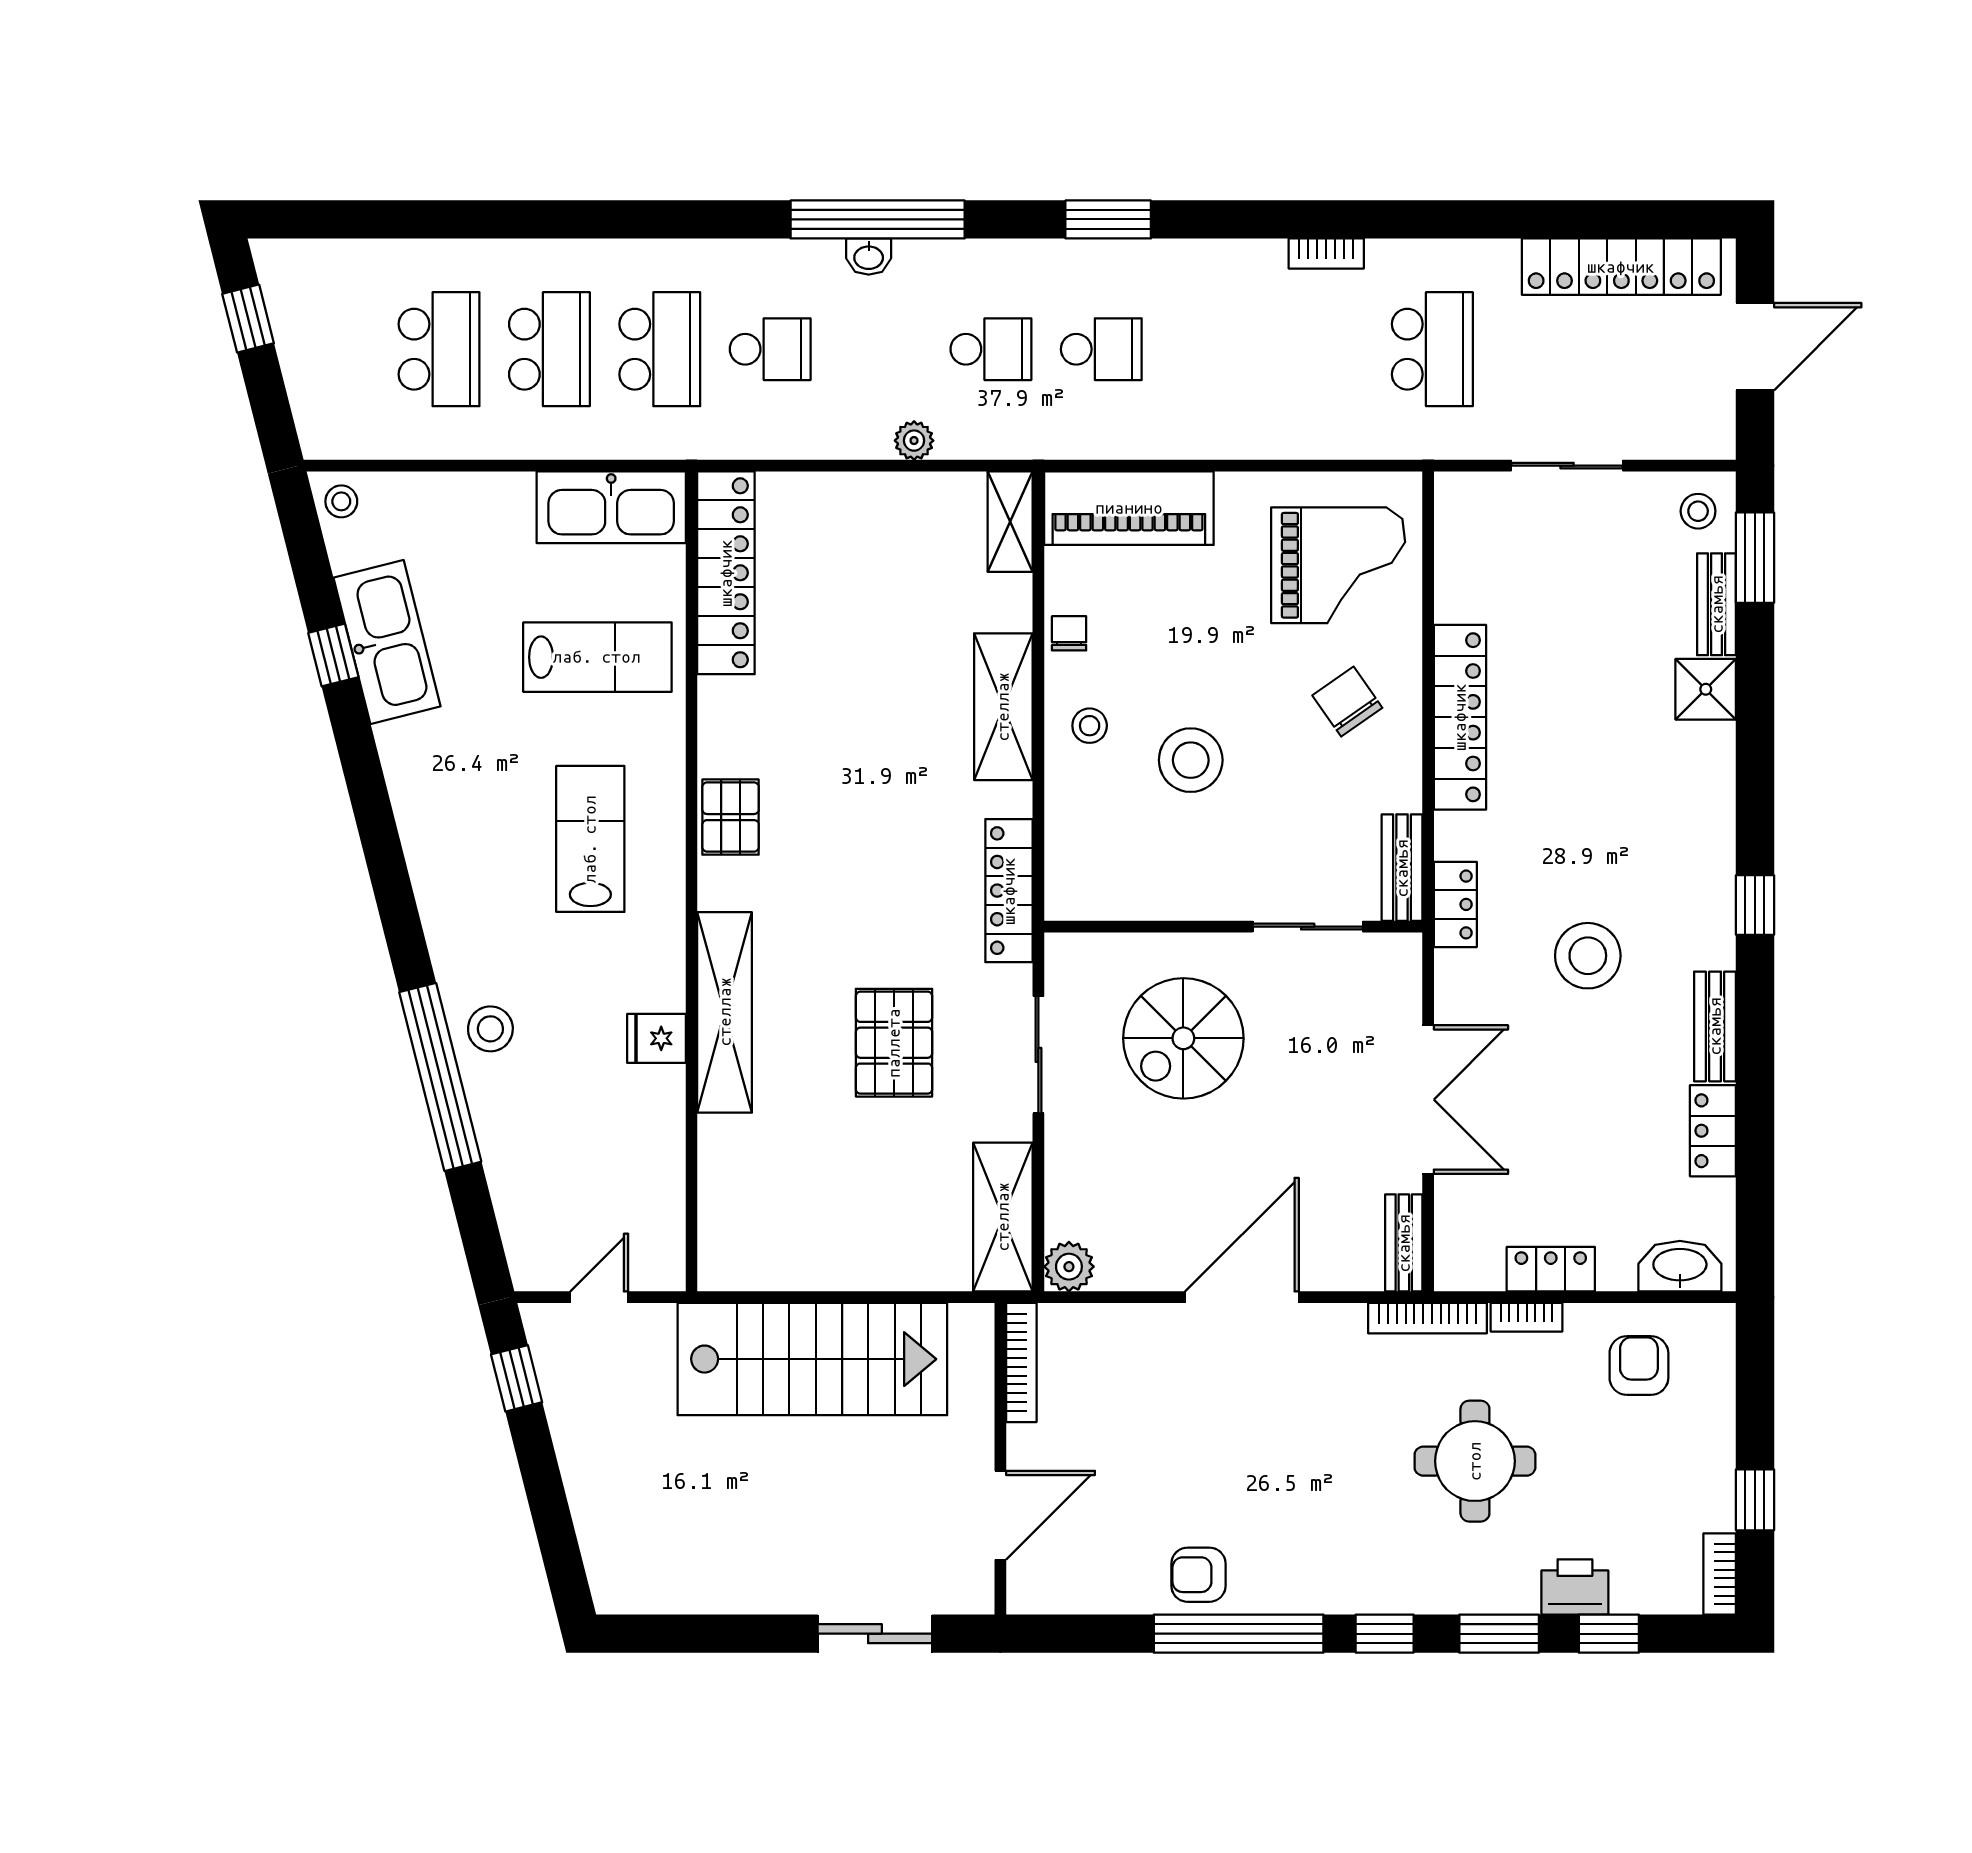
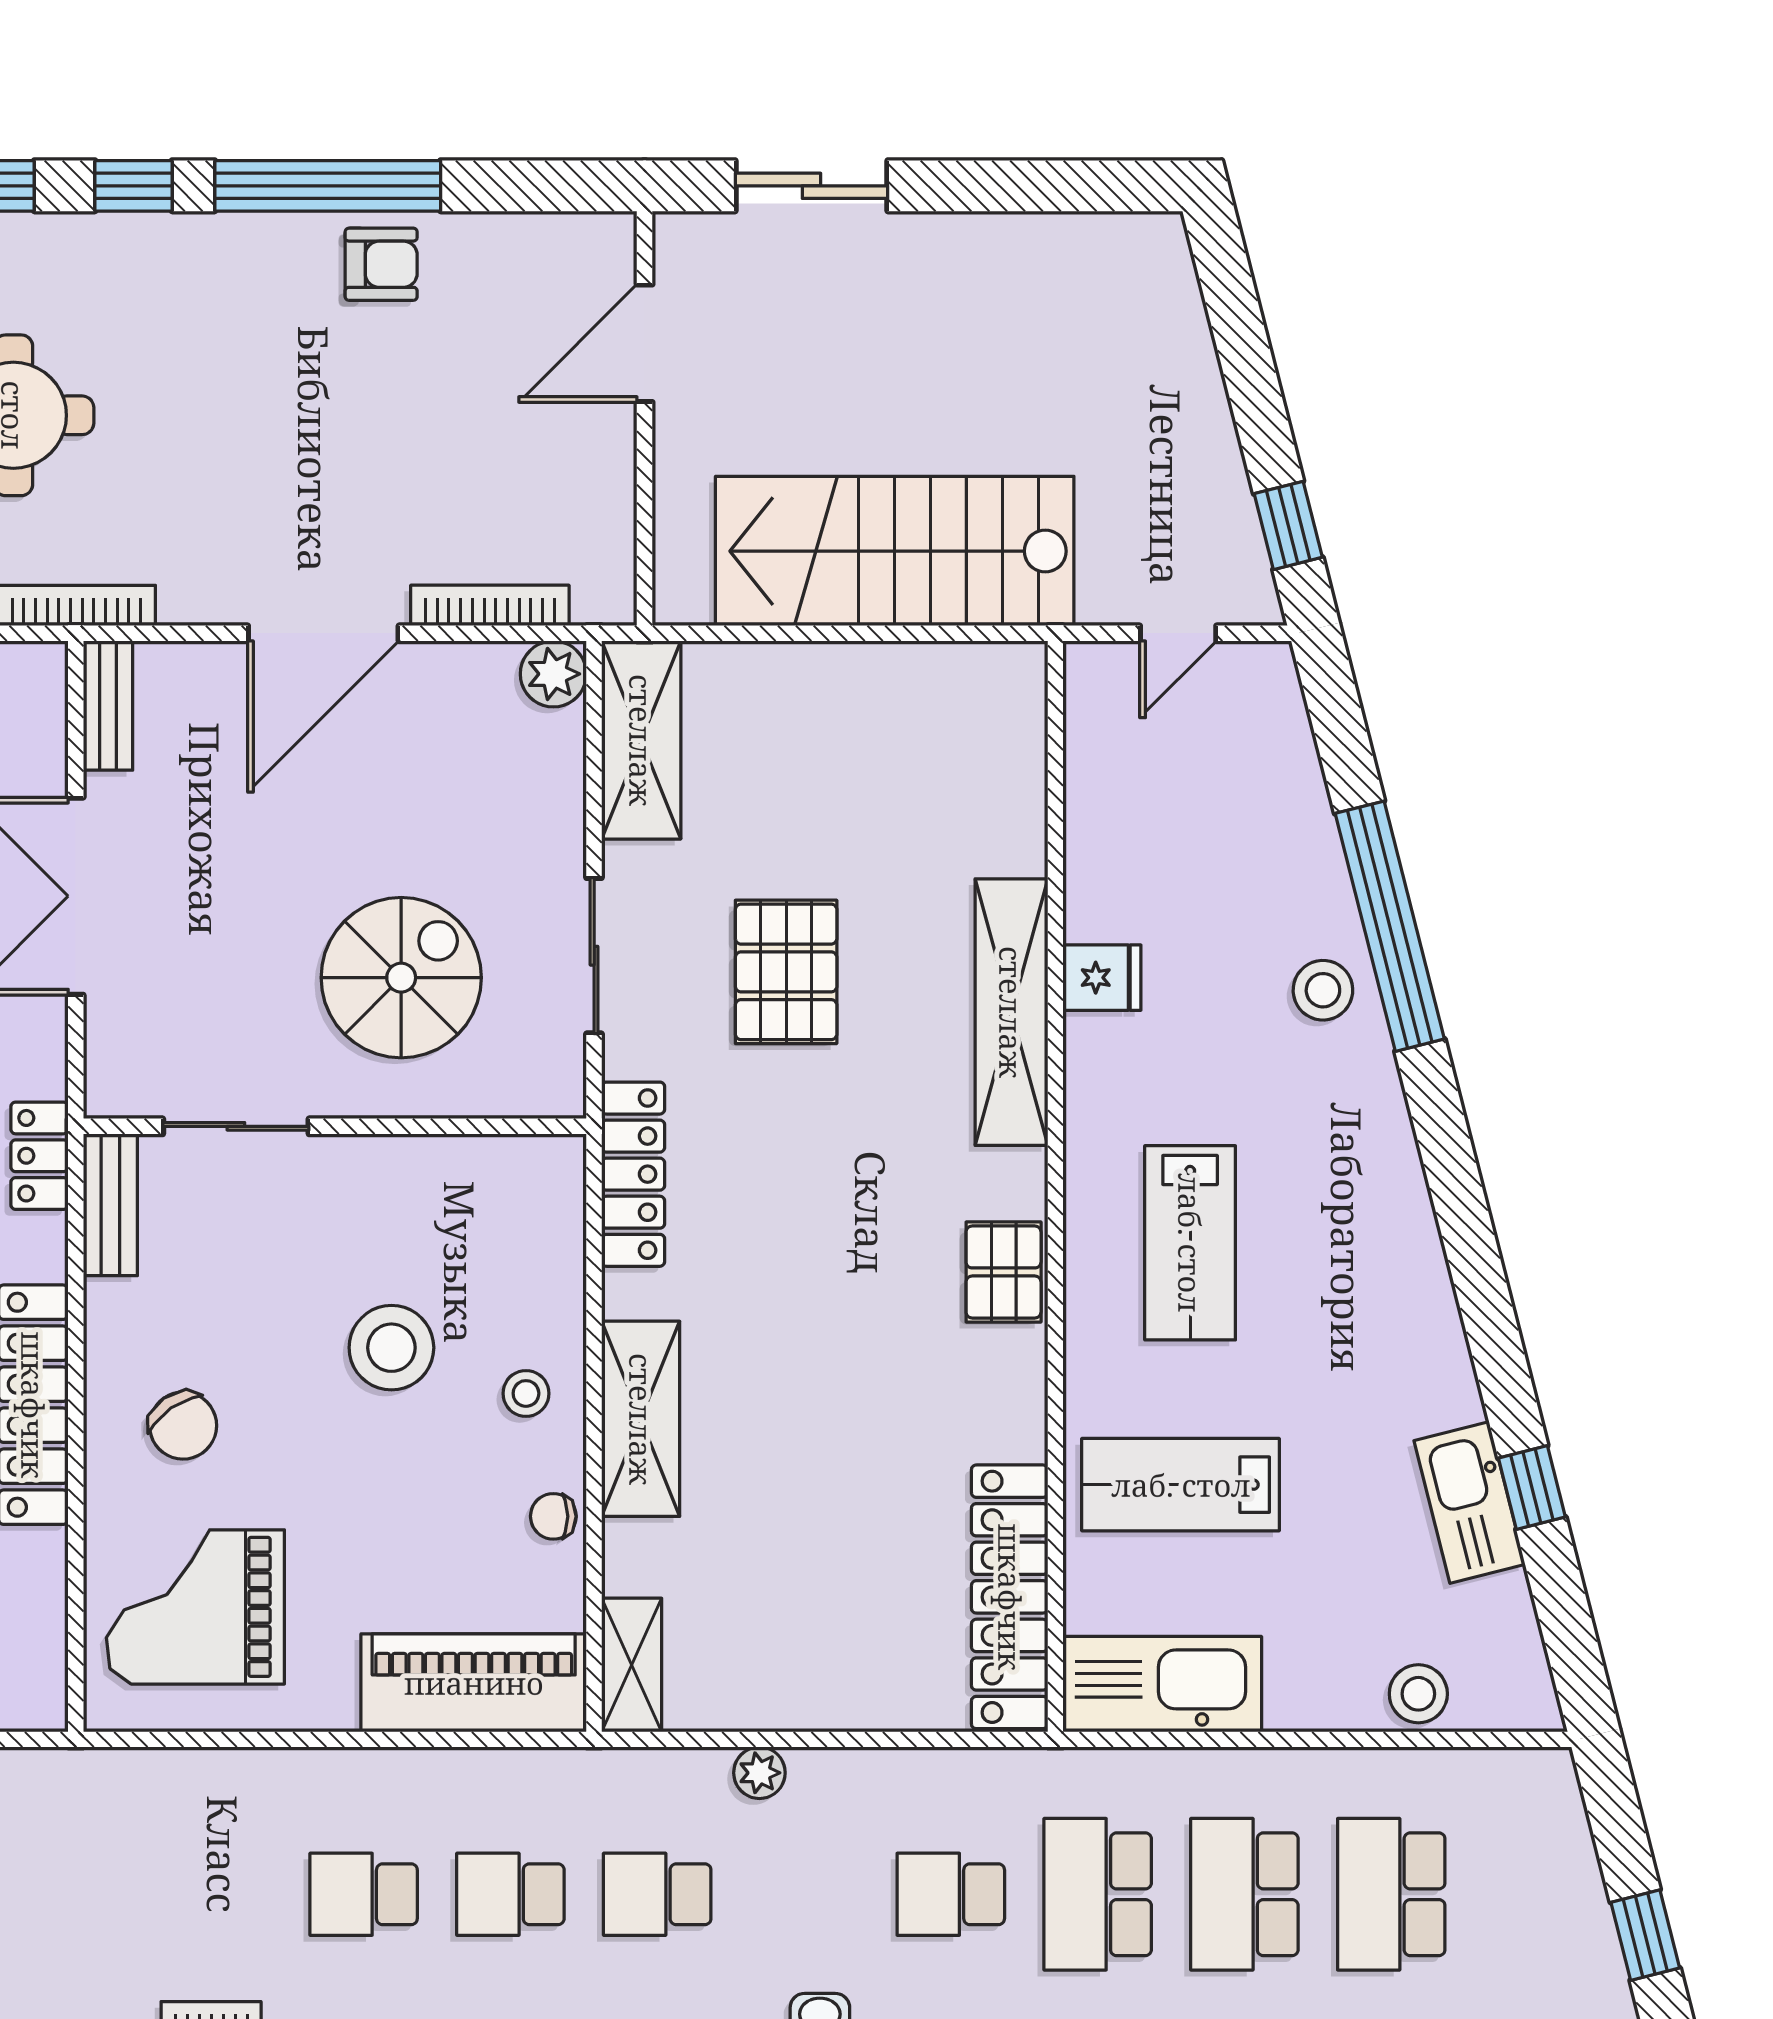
school desk: (1432, 349) -> (364, 1894), moved, width x0.54
stool: (341, 501) -> (1418, 1694), moved, width x1.37, depth x1.37
chair: (1069, 633) -> (553, 1516), turned 90
kitchen sink: (387, 642) -> (1470, 1503), width x0.73, depth x0.81
bookcase: (1021, 1362) -> (490, 605), moved, turned 90

